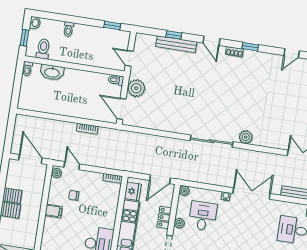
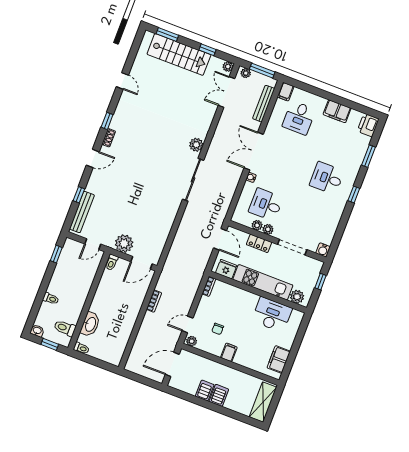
bench: (176, 44) -> (82, 212), moved
plant: (184, 191) -> (257, 225), moved

